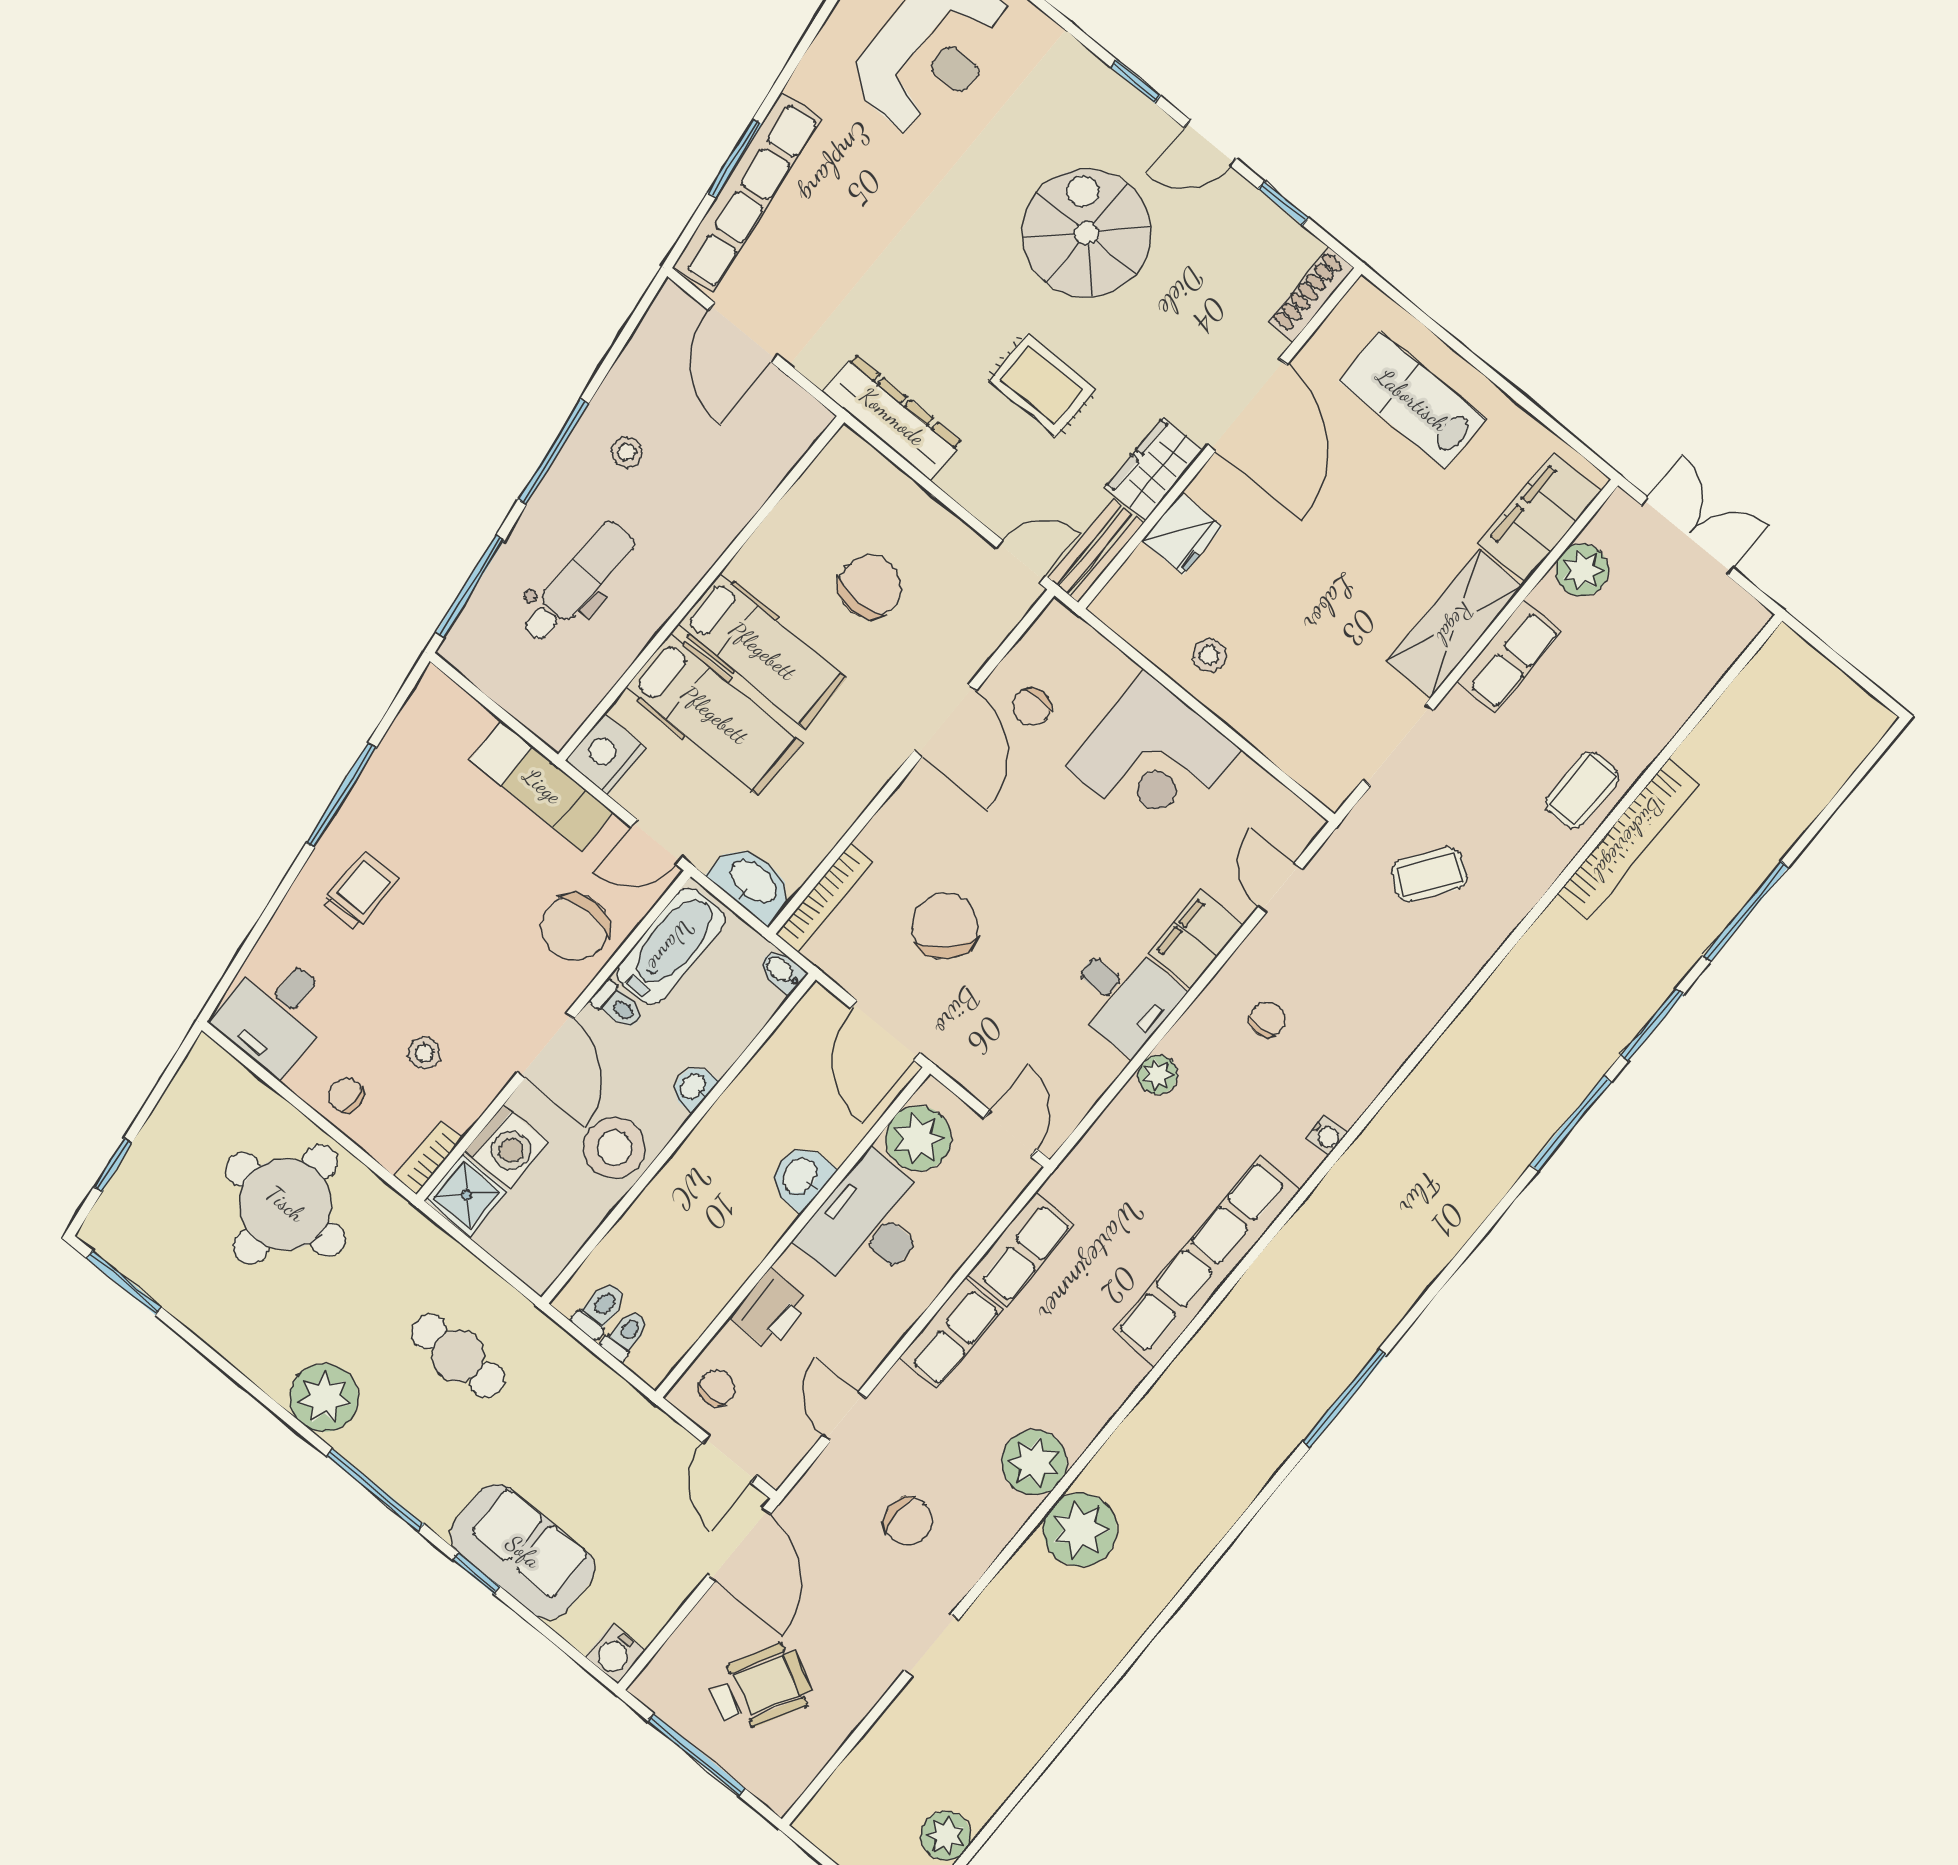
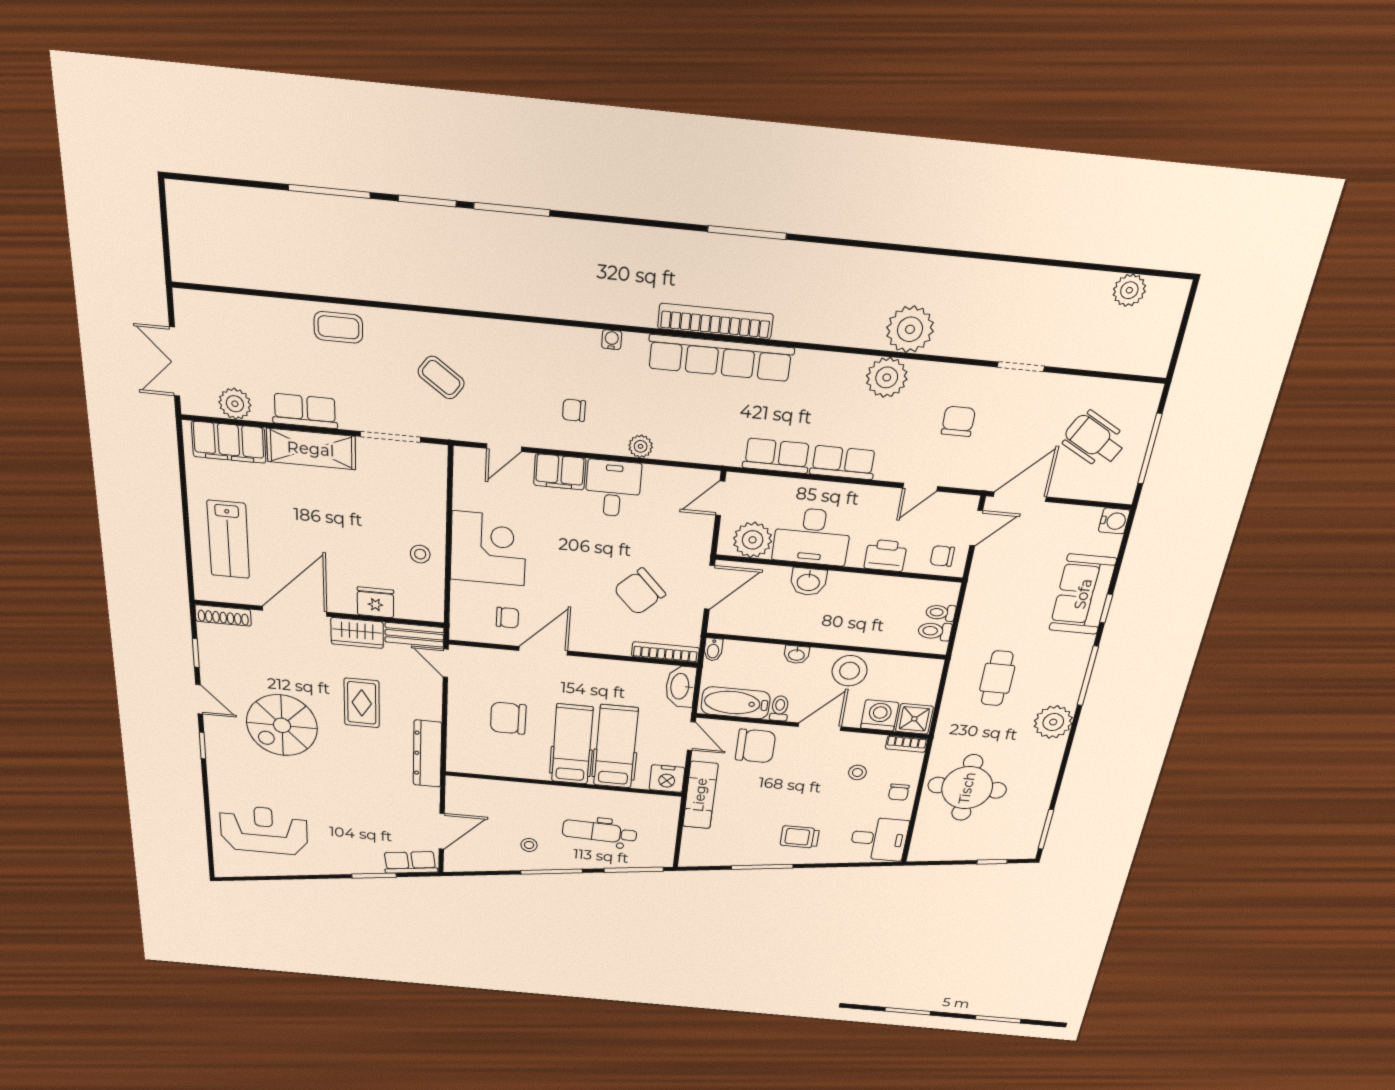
row of seats: (747, 193) -> (410, 862), width x0.50
bookcase: (1628, 839) -> (715, 321), moved

